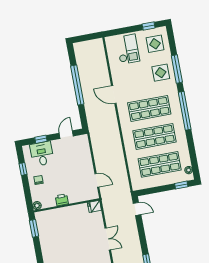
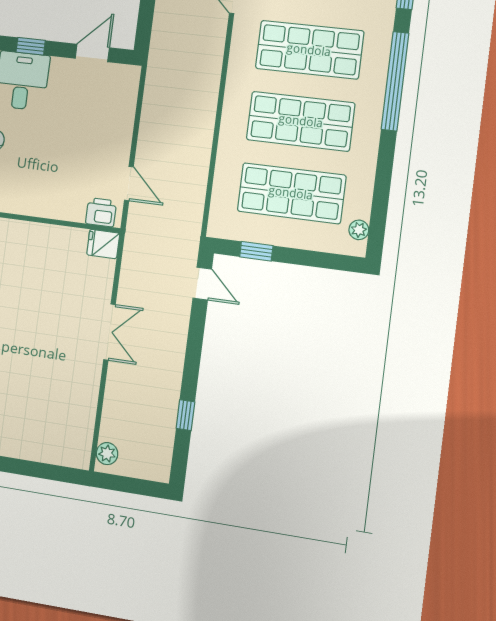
window: (181, 185) -> (256, 251), moved
printer: (62, 200) -> (101, 212), moved

